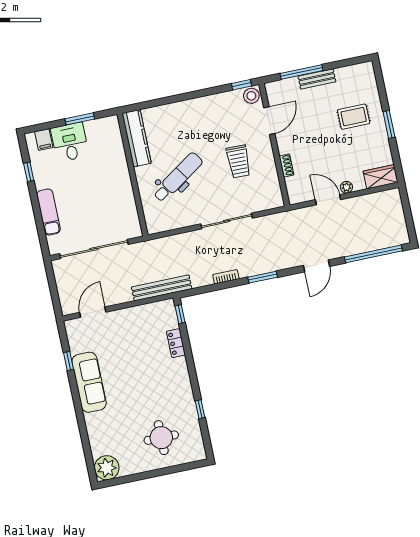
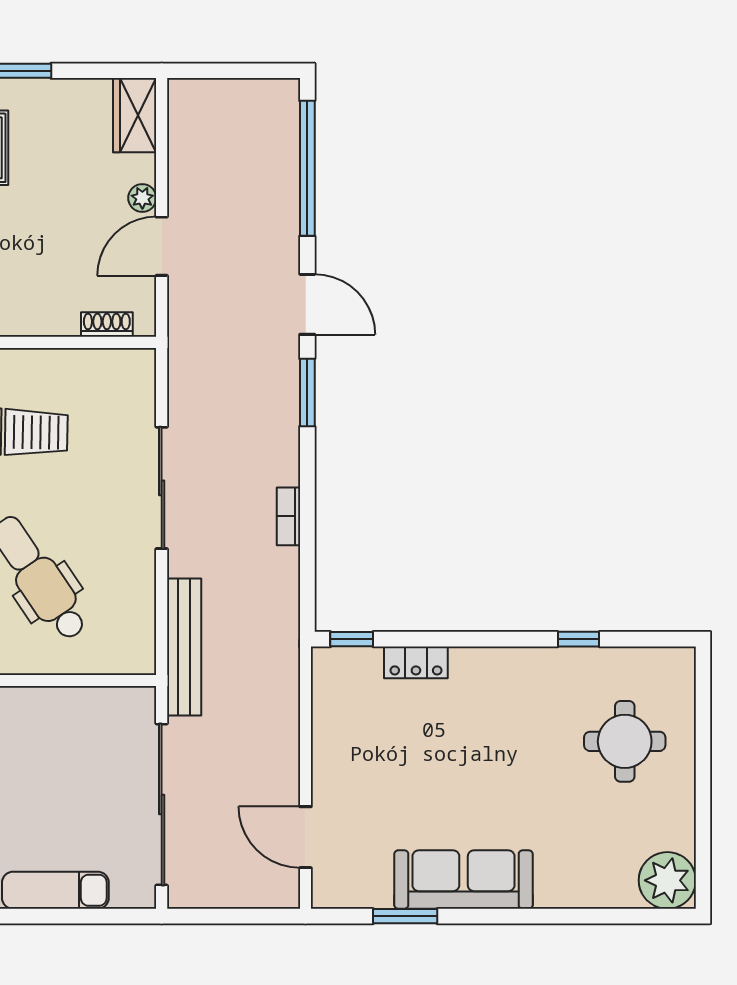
shoe rack: (286, 166) -> (107, 325), moved
window: (263, 277) -> (307, 393), moved
bench: (162, 288) -> (184, 647), moved
window: (69, 361) -> (405, 916), width x1.50

